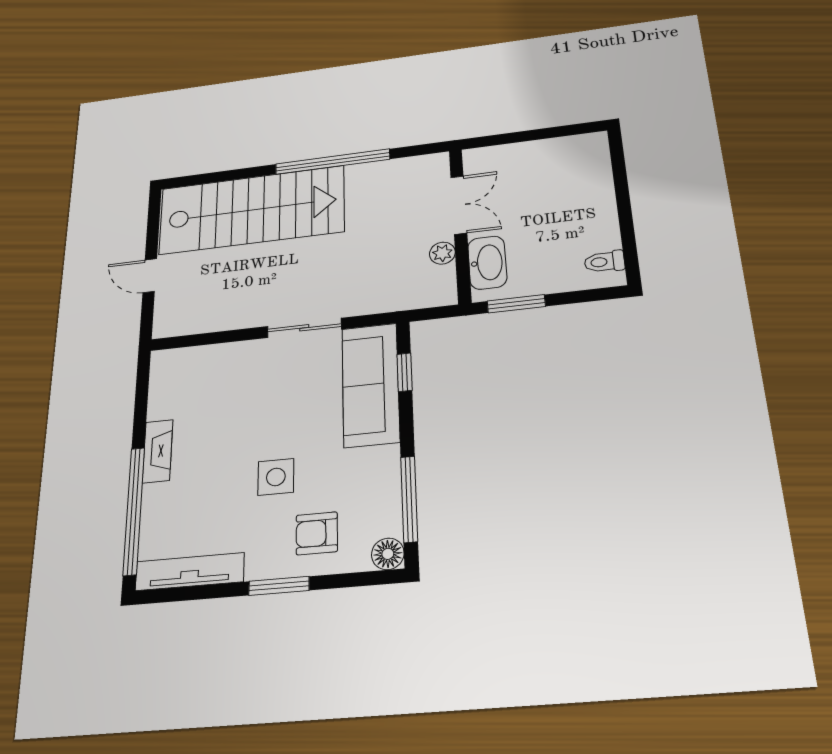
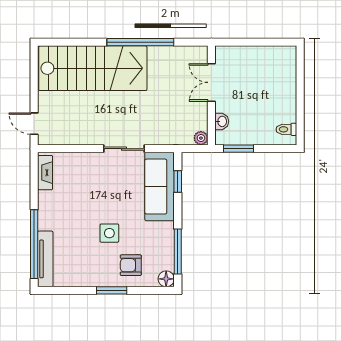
double door: (459, 205) -> (211, 82), swing flipped
plant: (442, 253) -> (201, 138), moved
washbasin: (487, 263) -> (222, 121), width x0.52, depth x0.69
door: (150, 276) -> (34, 124), moved
fireplace: (158, 451) -> (45, 173), moved
tv unit: (190, 572) -> (45, 259), moved, turned 90

